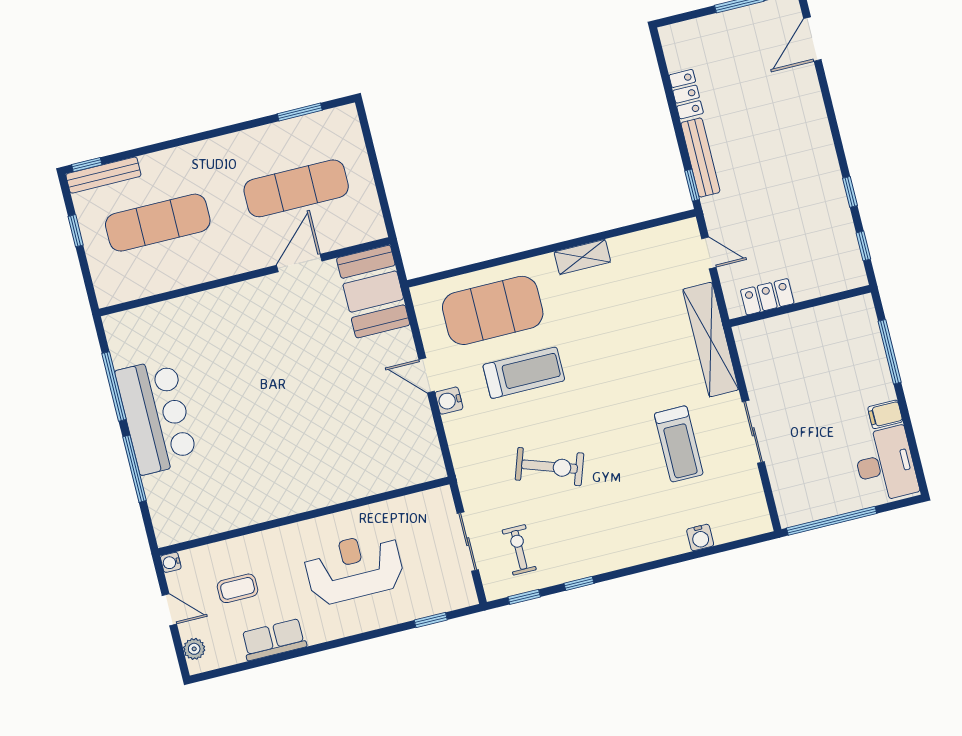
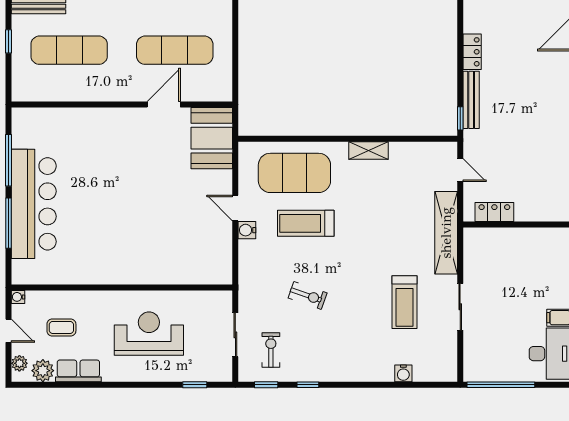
treadmill: (524, 373) -> (306, 223), turned 180
bar counter: (156, 416) -> (34, 204), width x1.36
exercise bike: (550, 467) -> (308, 295), width x0.73, depth x0.72
plant: (227, 651) -> (43, 371), added

